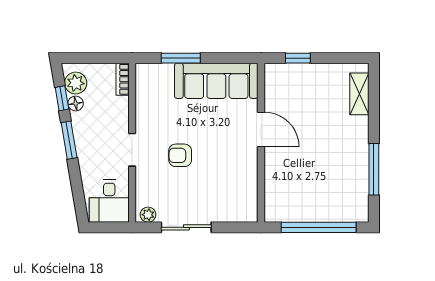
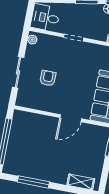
armchair: (180, 155) -> (48, 78), moved
sliding door: (186, 227) -> (18, 72), moved

